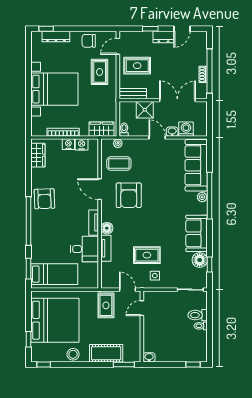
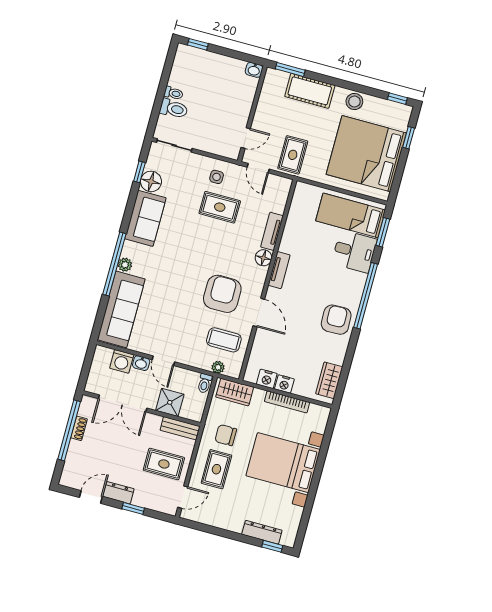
chair: (89, 41) -> (226, 435), moved, turned 180
desk: (85, 249) -> (354, 251), moved, turned 180

